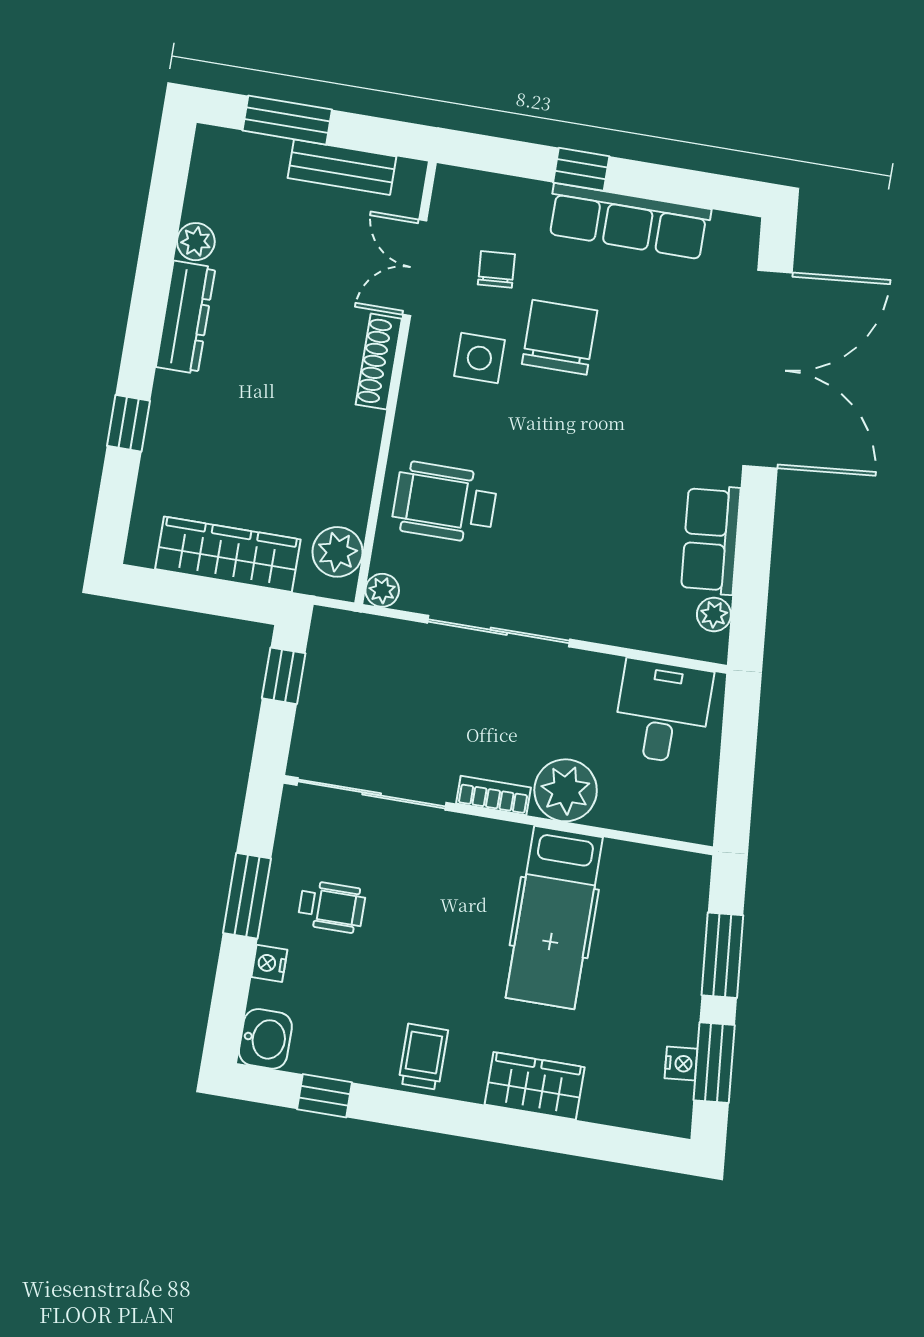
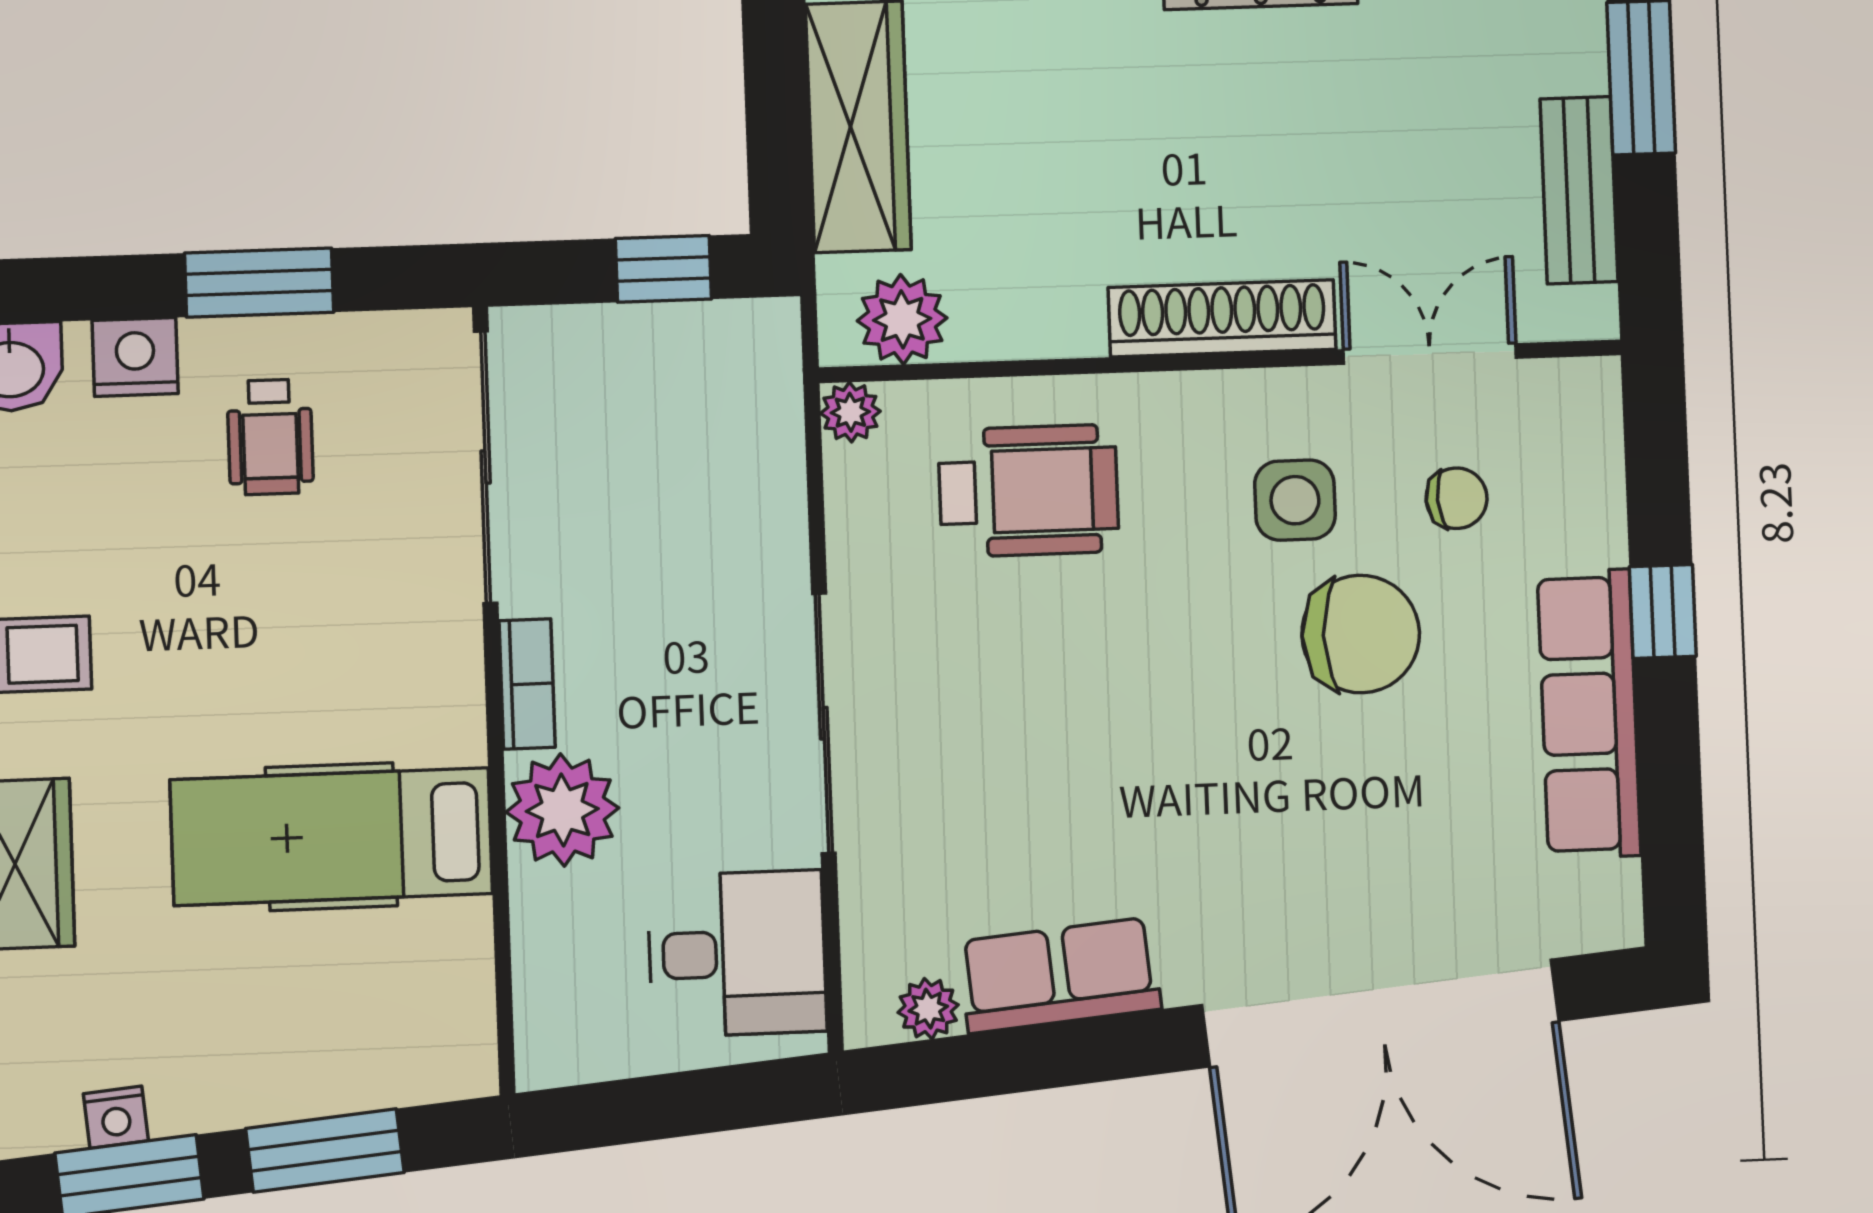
shoe rack: (379, 362) -> (1222, 318), width x1.36, depth x1.24
wheelchair: (445, 502) -> (1028, 491), turned 90
sliding door: (499, 631) -> (824, 723), moved
nightstand: (269, 963) -> (135, 357), width x1.39, depth x1.35

